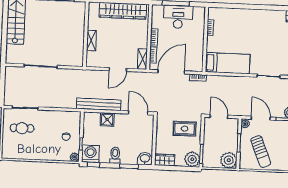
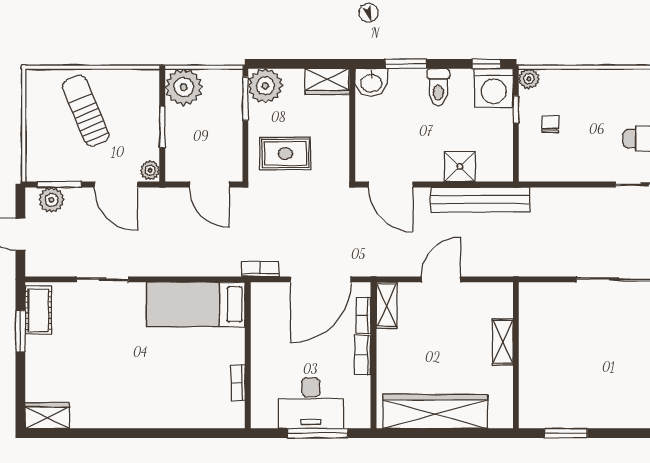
sun lounger: (261, 152) -> (86, 111), moved

